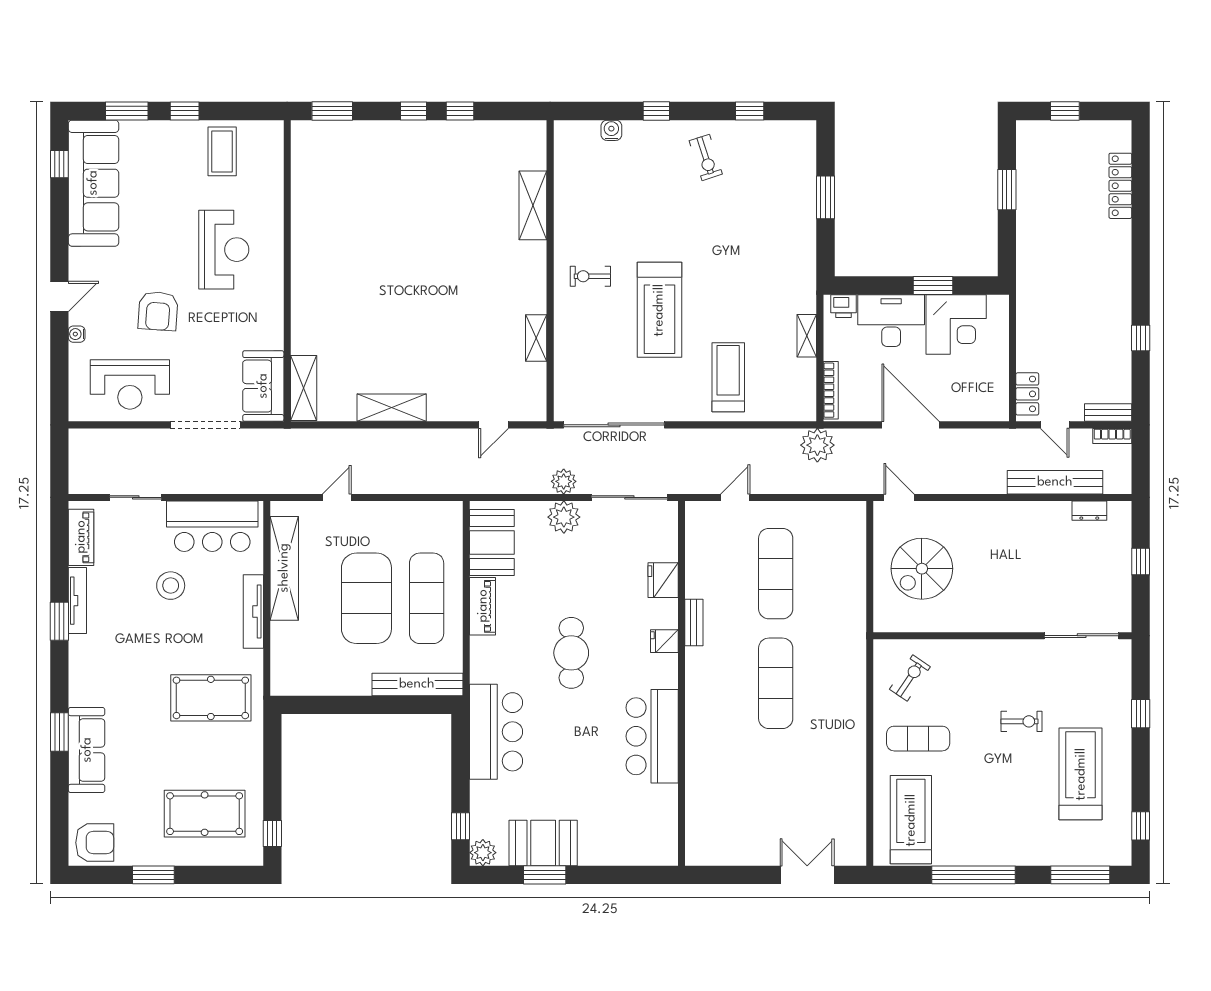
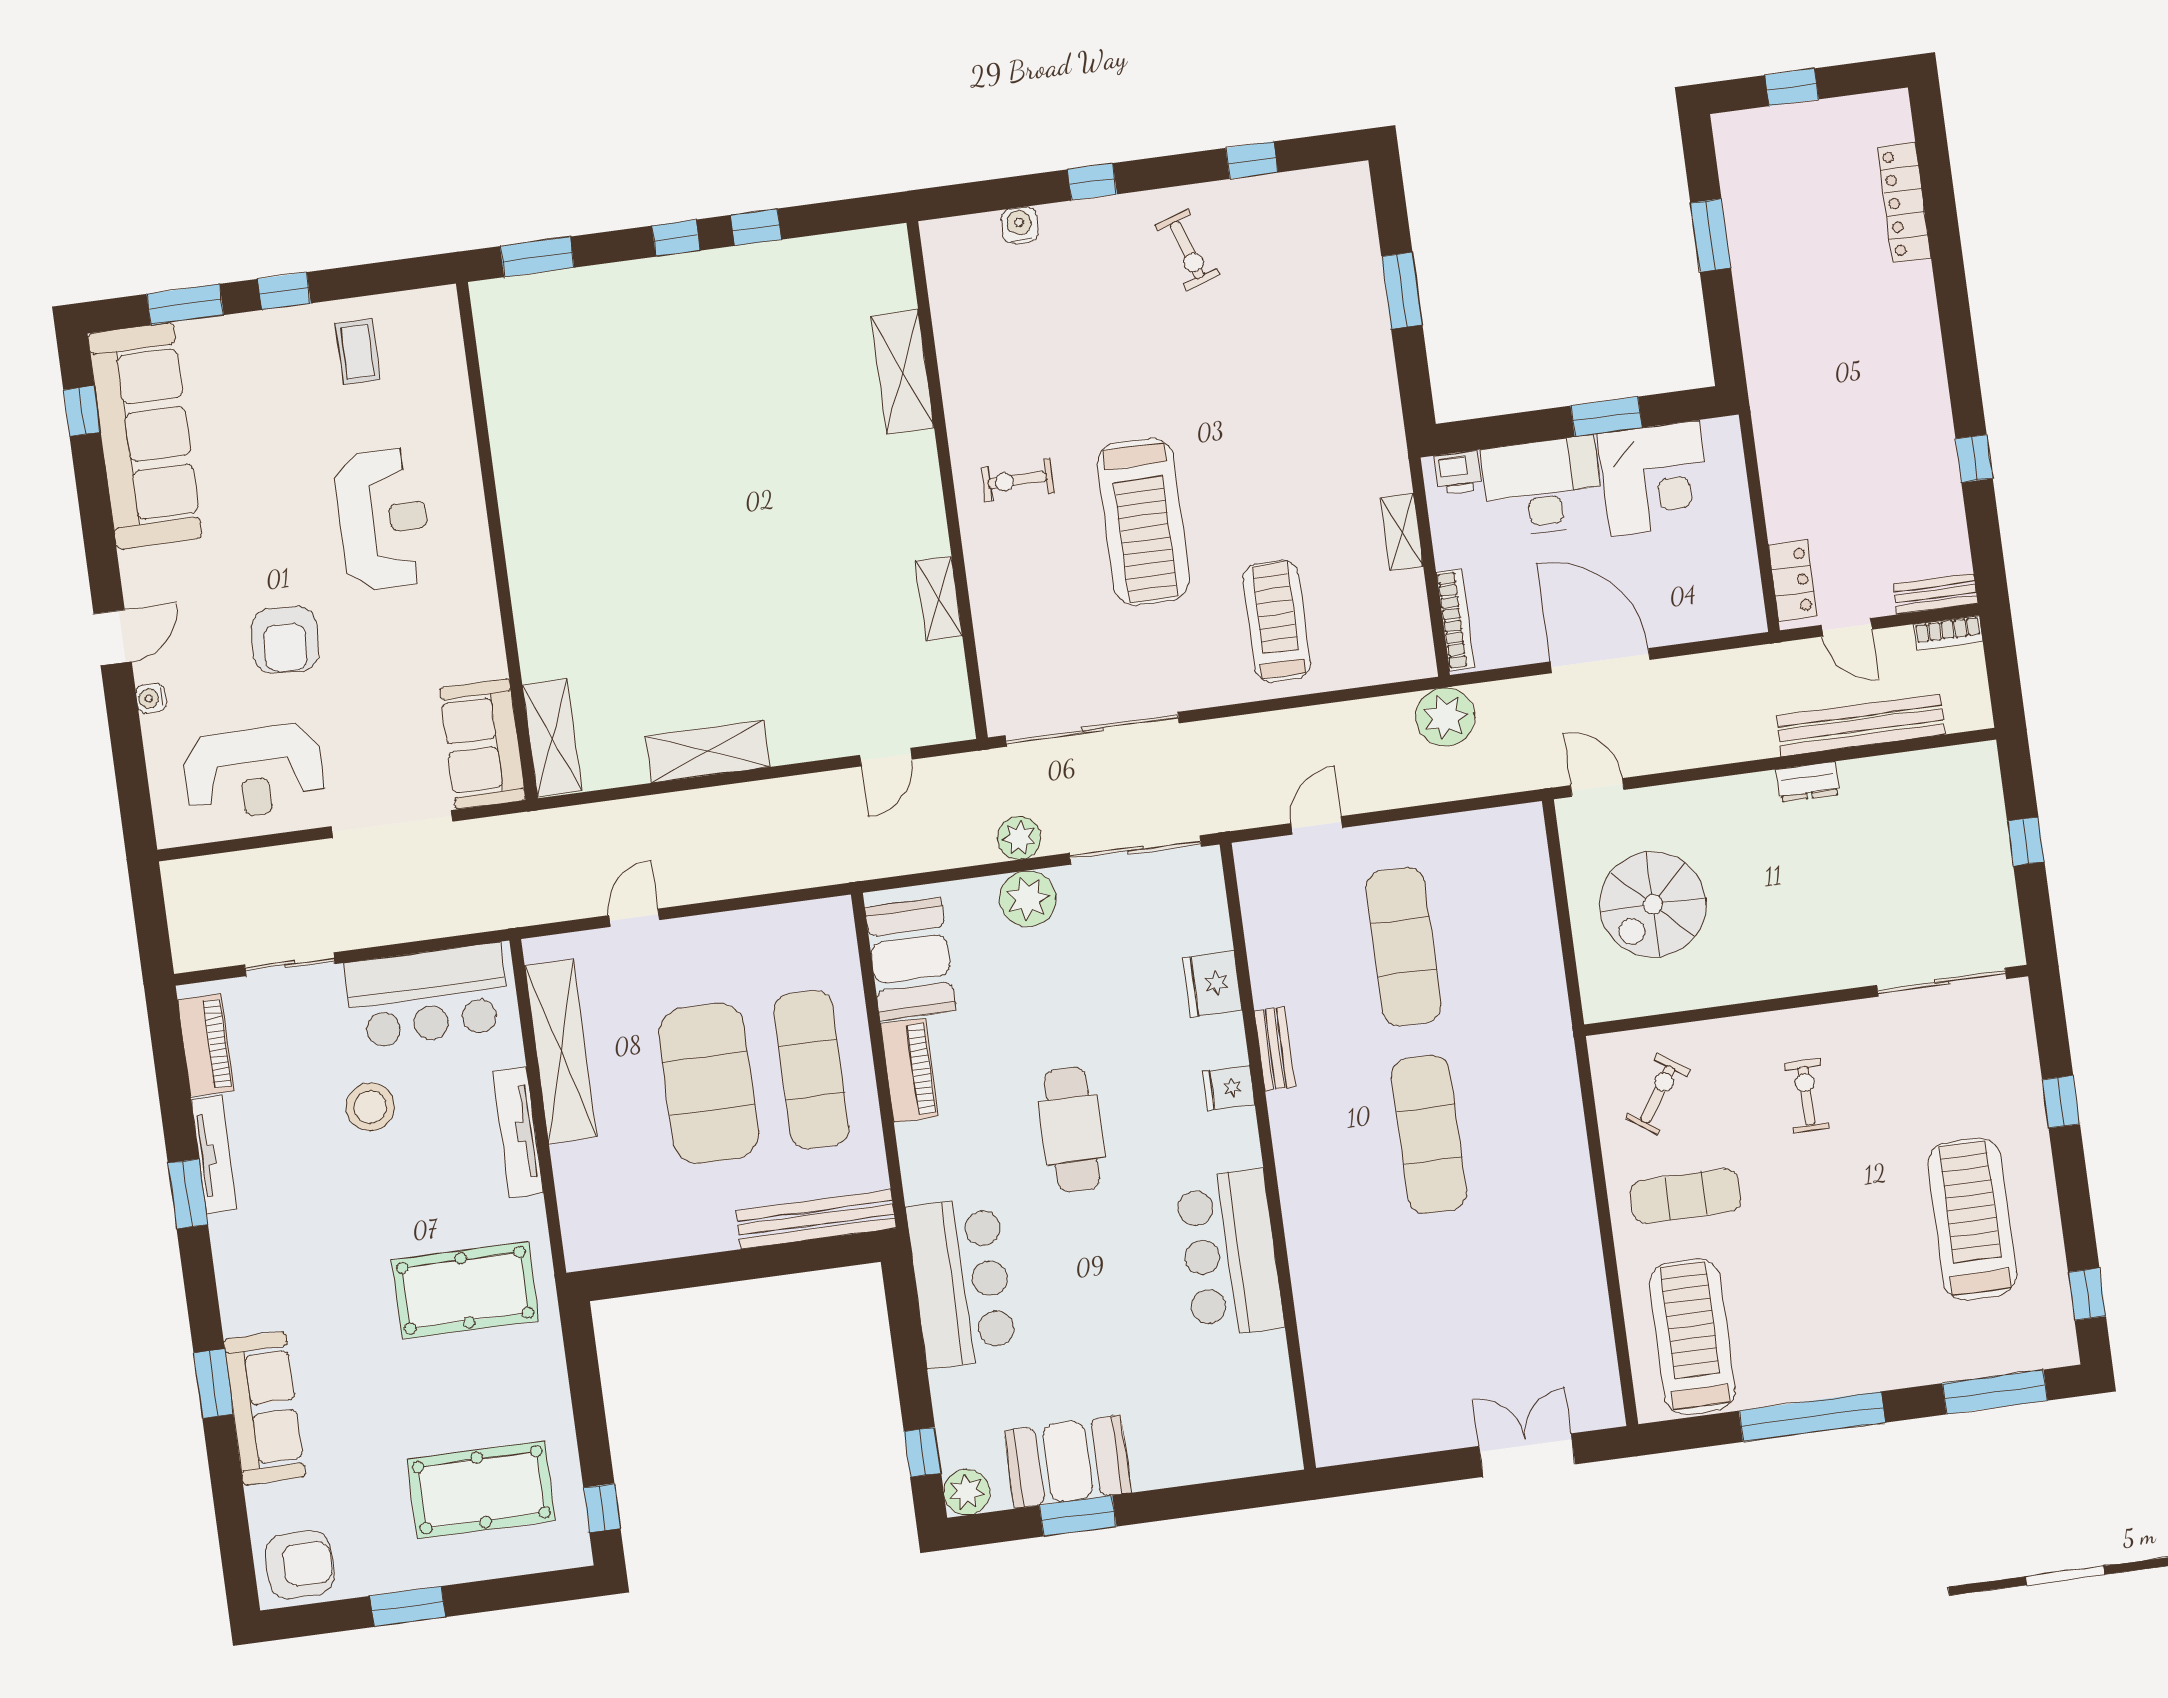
coffee table: (222, 151) -> (358, 352), width x0.73, depth x0.77
dresser: (1089, 511) -> (1808, 782), moved
exercise bike: (1022, 721) -> (1807, 1096), moved, turned -90

